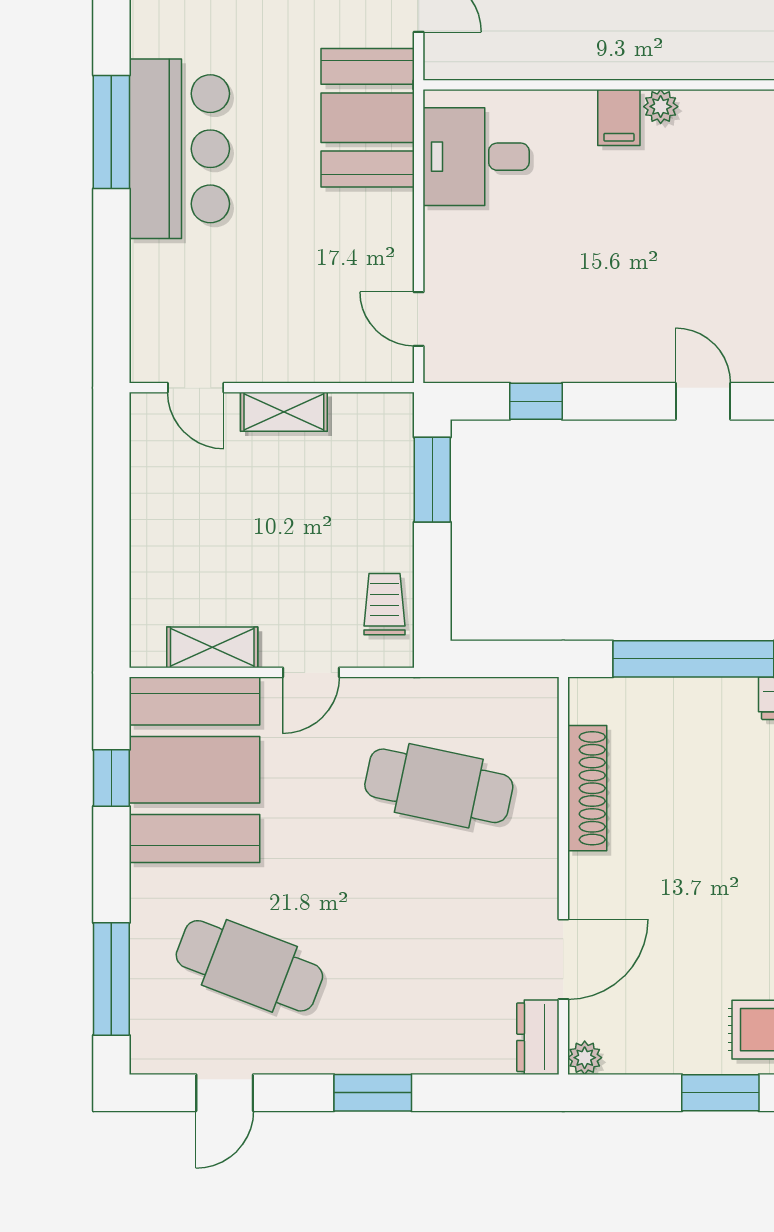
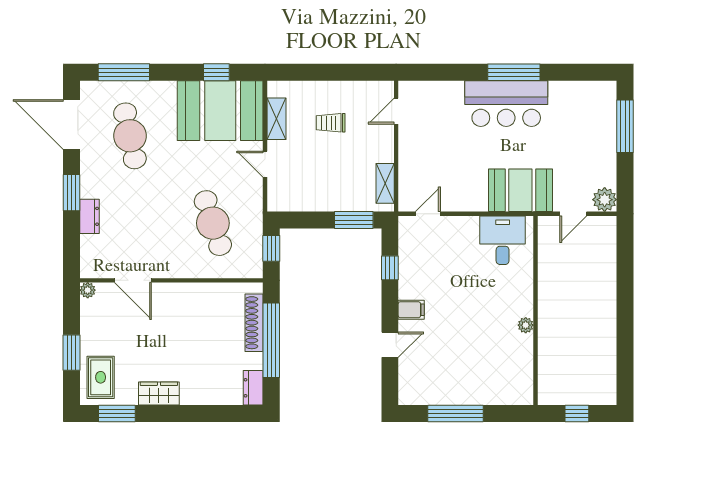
filing cabinet: (619, 118) -> (411, 310), moved, turned 180
shelving: (284, 412) -> (385, 183), moved
trolley: (385, 604) -> (331, 123), moved, turned 180
window: (494, 659) -> (271, 248), added
cafe table: (439, 786) -> (213, 223), turned -30
shoe rack: (587, 788) -> (254, 323), moved, turned 90
cafe table: (249, 966) -> (130, 136), turned -33
dresser: (538, 1037) -> (90, 216), moved, turned 90
door: (225, 1093) -> (72, 124), width x1.87

